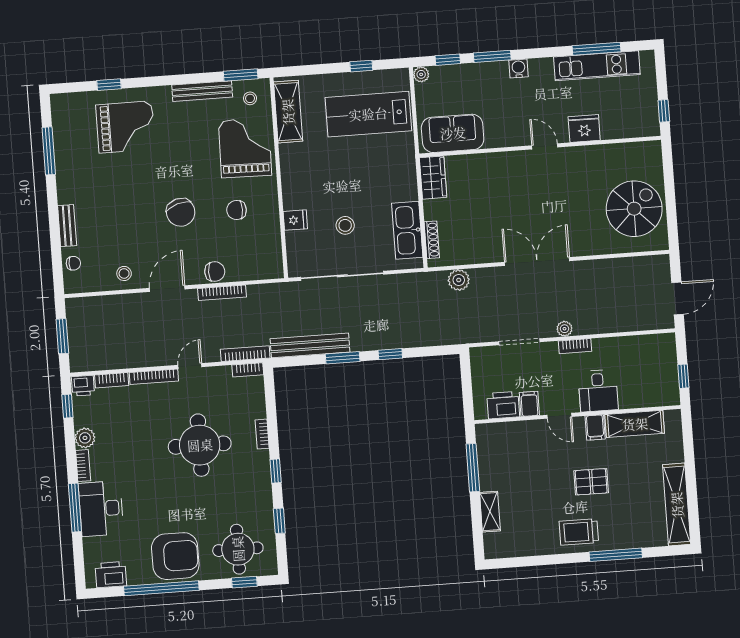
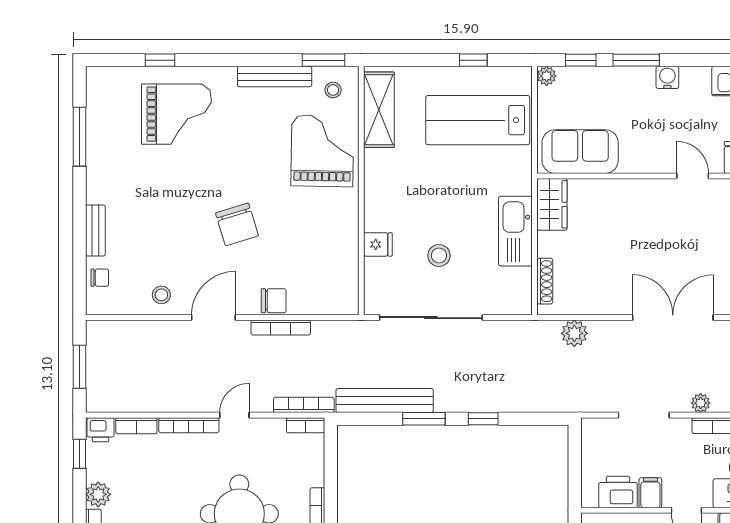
chair: (237, 210) -> (306, 227), removed
kitchen sink: (407, 230) -> (515, 231), moved

